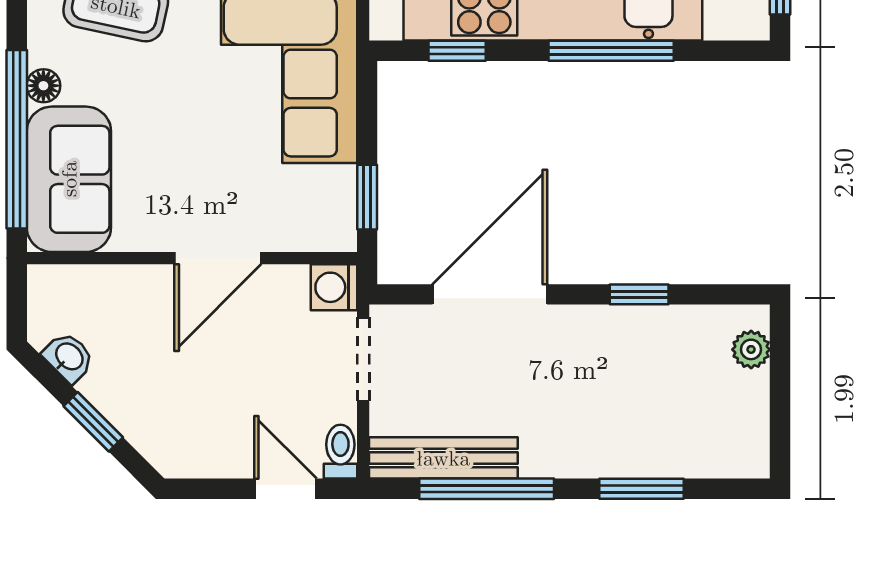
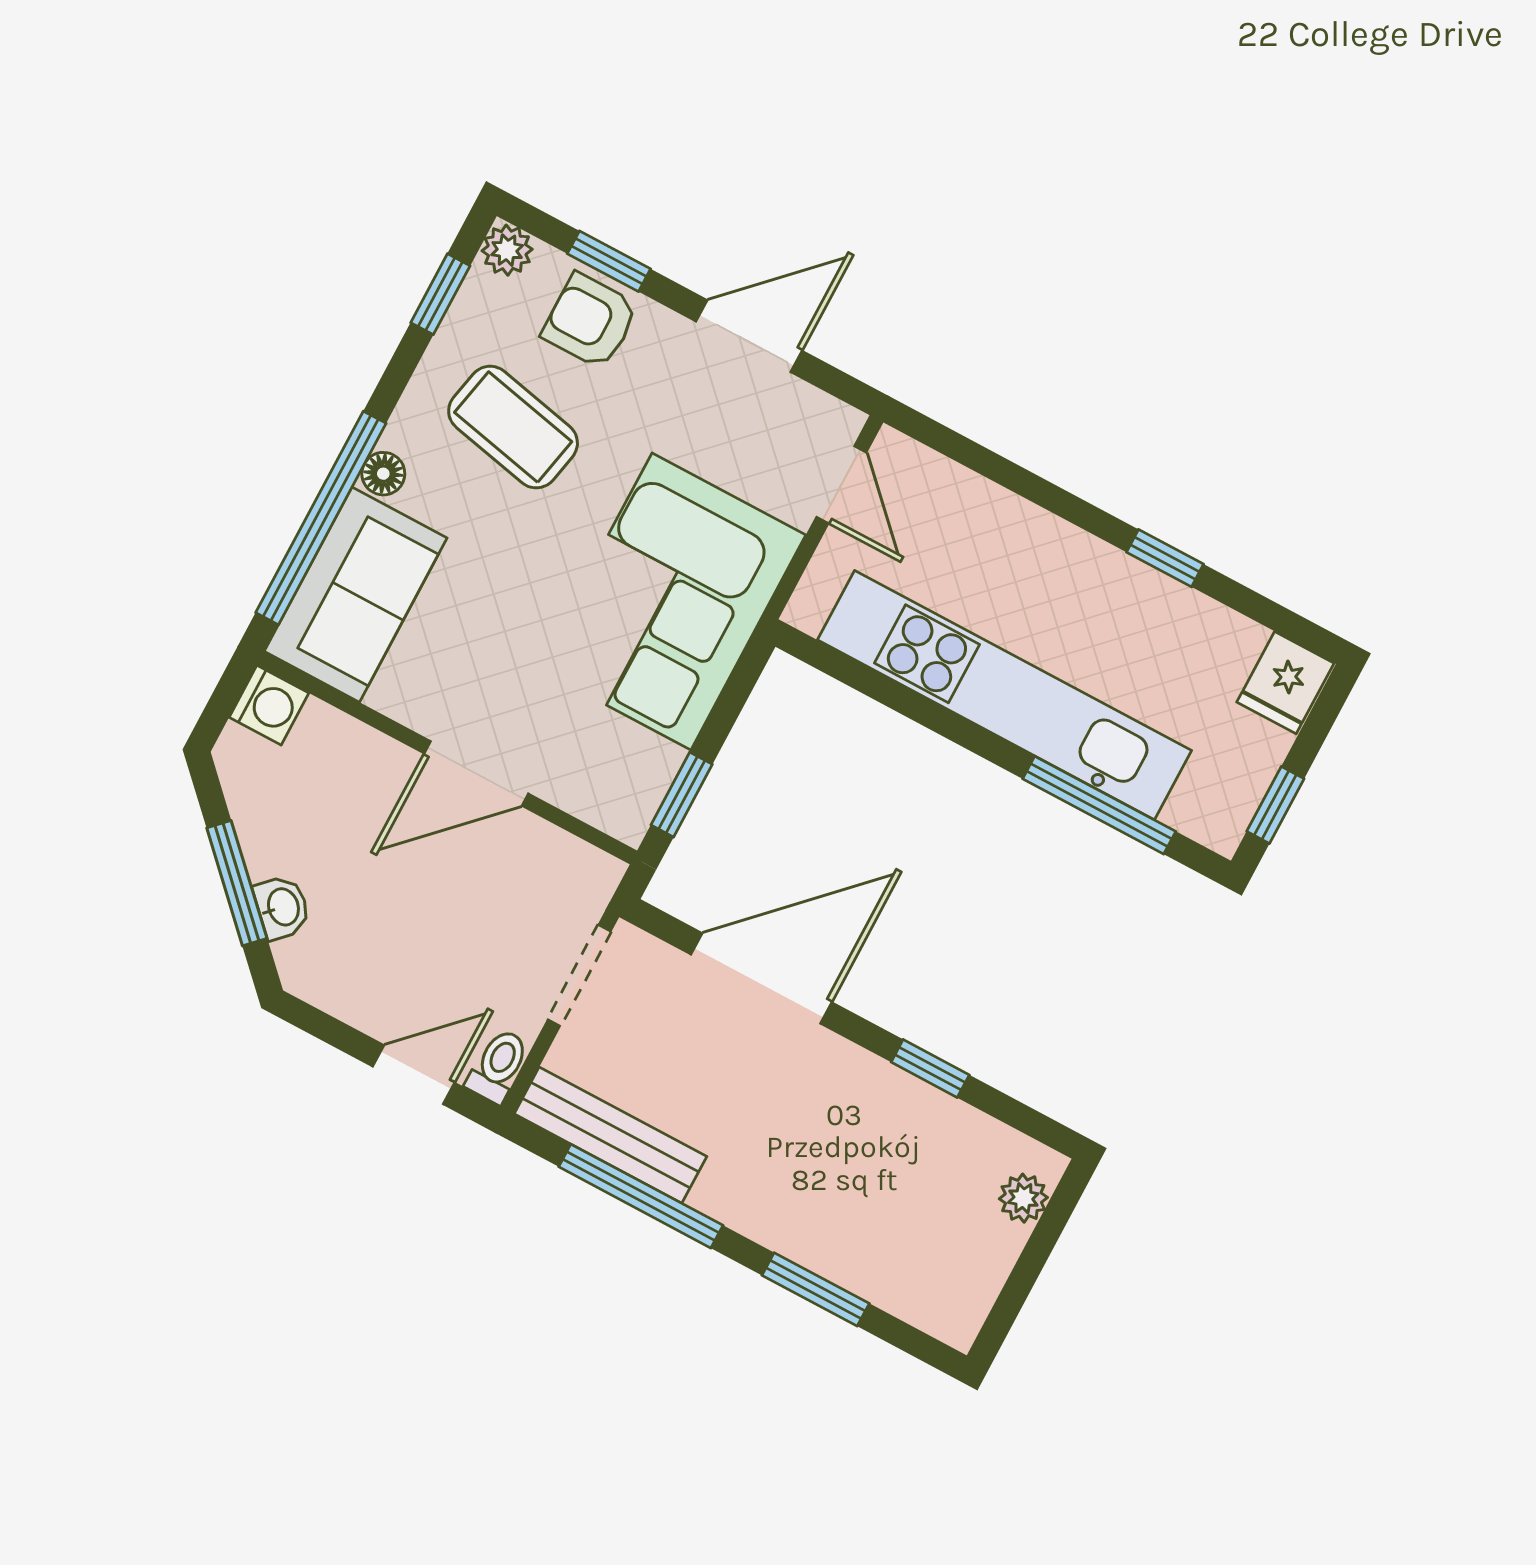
window: (457, 51) -> (872, 684), removed
window: (611, 51) -> (1099, 805), moved
washing machine: (334, 287) -> (269, 705), moved, turned 180
washbasin: (69, 357) -> (282, 907), moved
window: (93, 422) -> (237, 883), width x1.50
door: (285, 489) -> (414, 1075), hinge flipped

